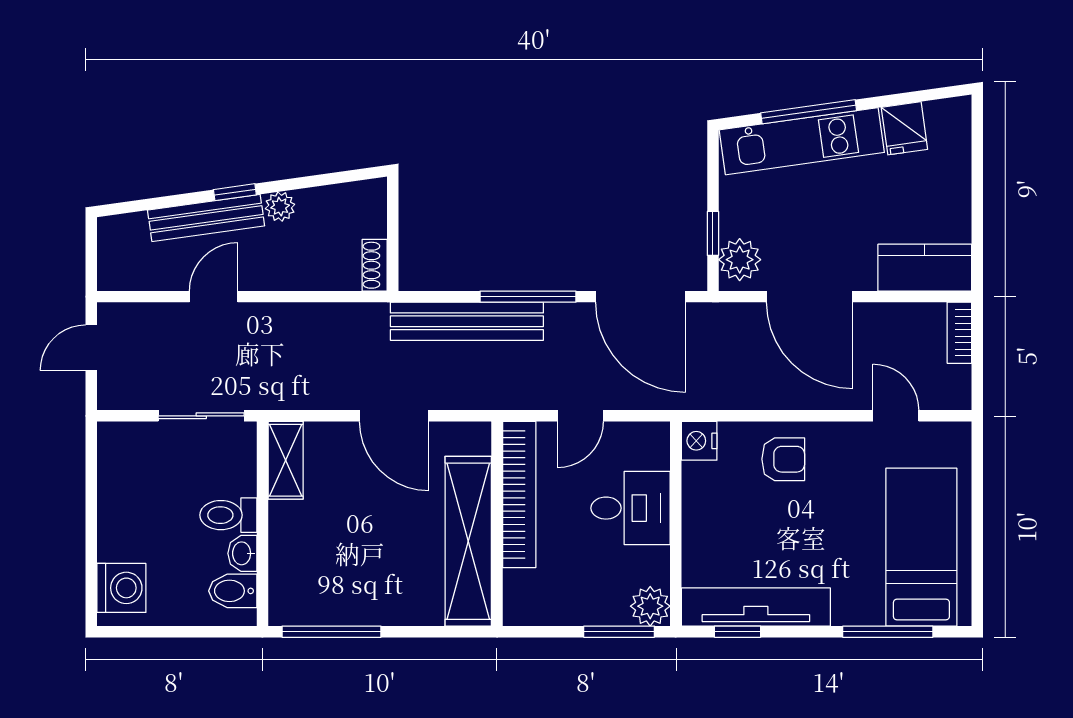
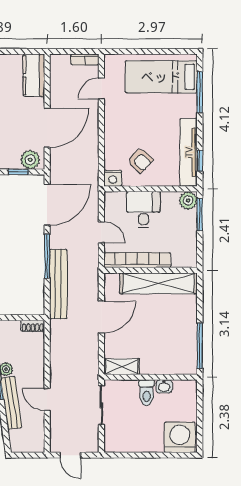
bookcase: (959, 333) -> (85, 60), moved
armchair: (783, 459) -> (140, 160), moved, turned 134
washing machine: (121, 588) -> (180, 437), width x1.37, depth x1.37
bidet: (233, 591) -> (181, 391), removed

